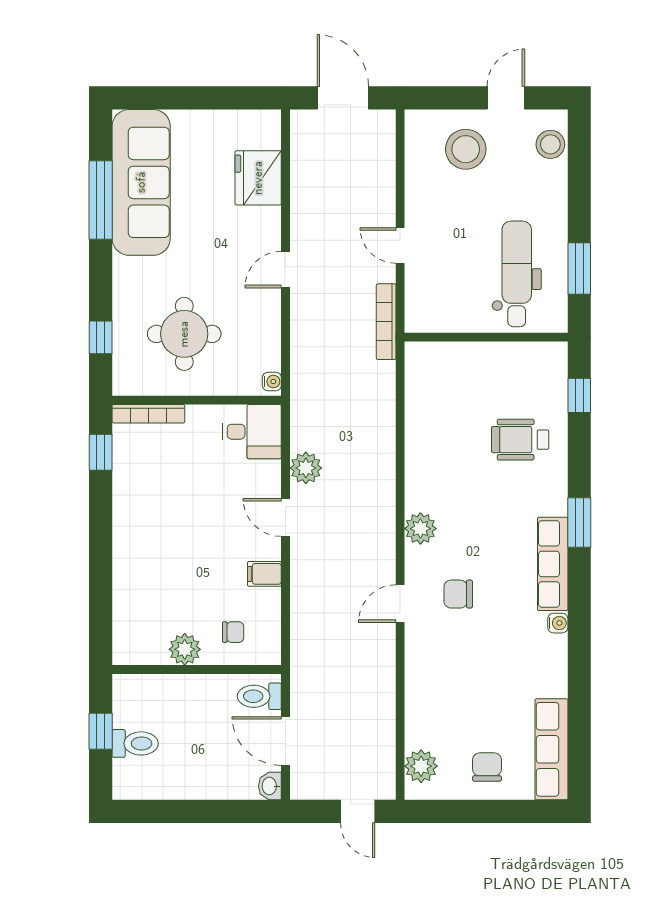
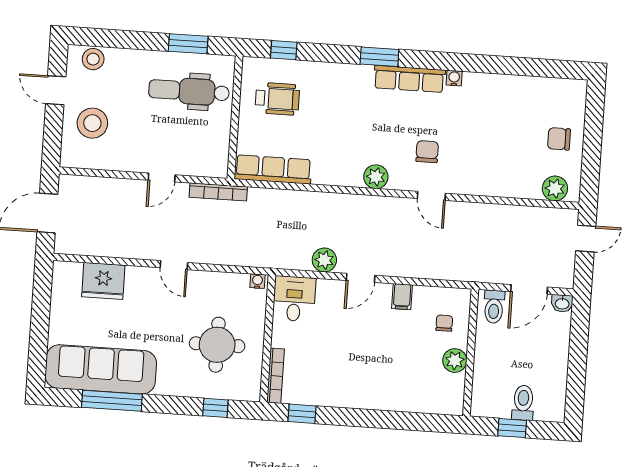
wheelchair: (520, 440) -> (277, 99), moved, turned -90
chair: (458, 594) -> (427, 152), turned 180
row of seats: (551, 749) -> (273, 169), moved, turned 180

